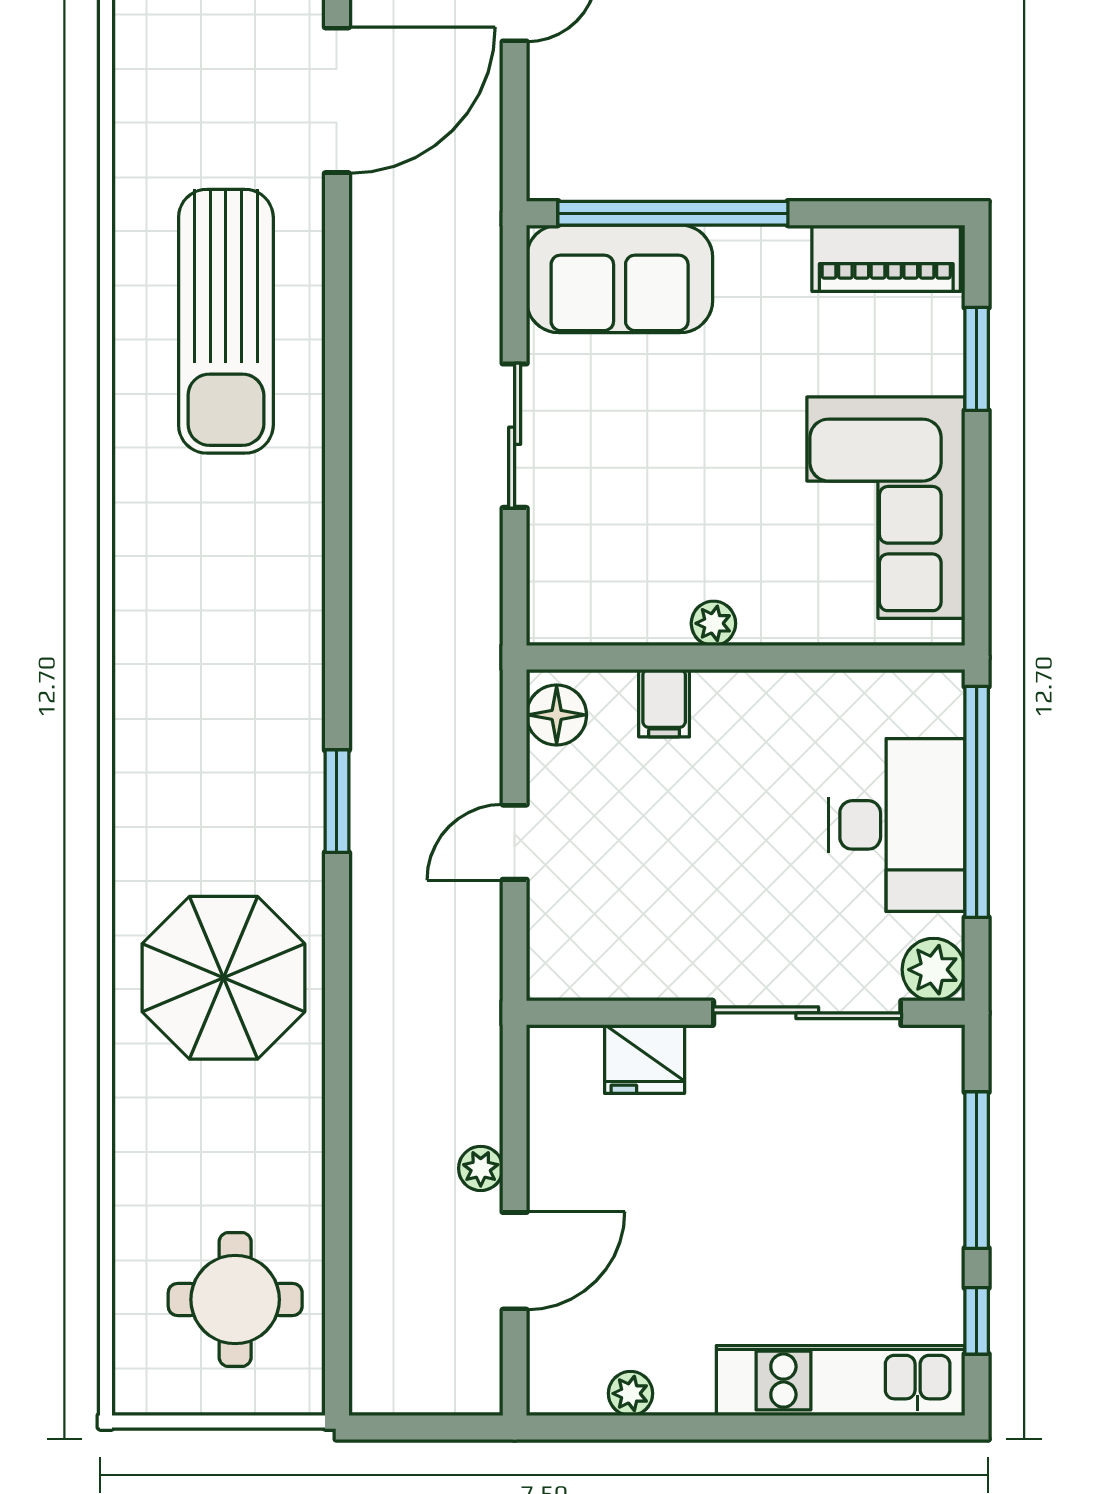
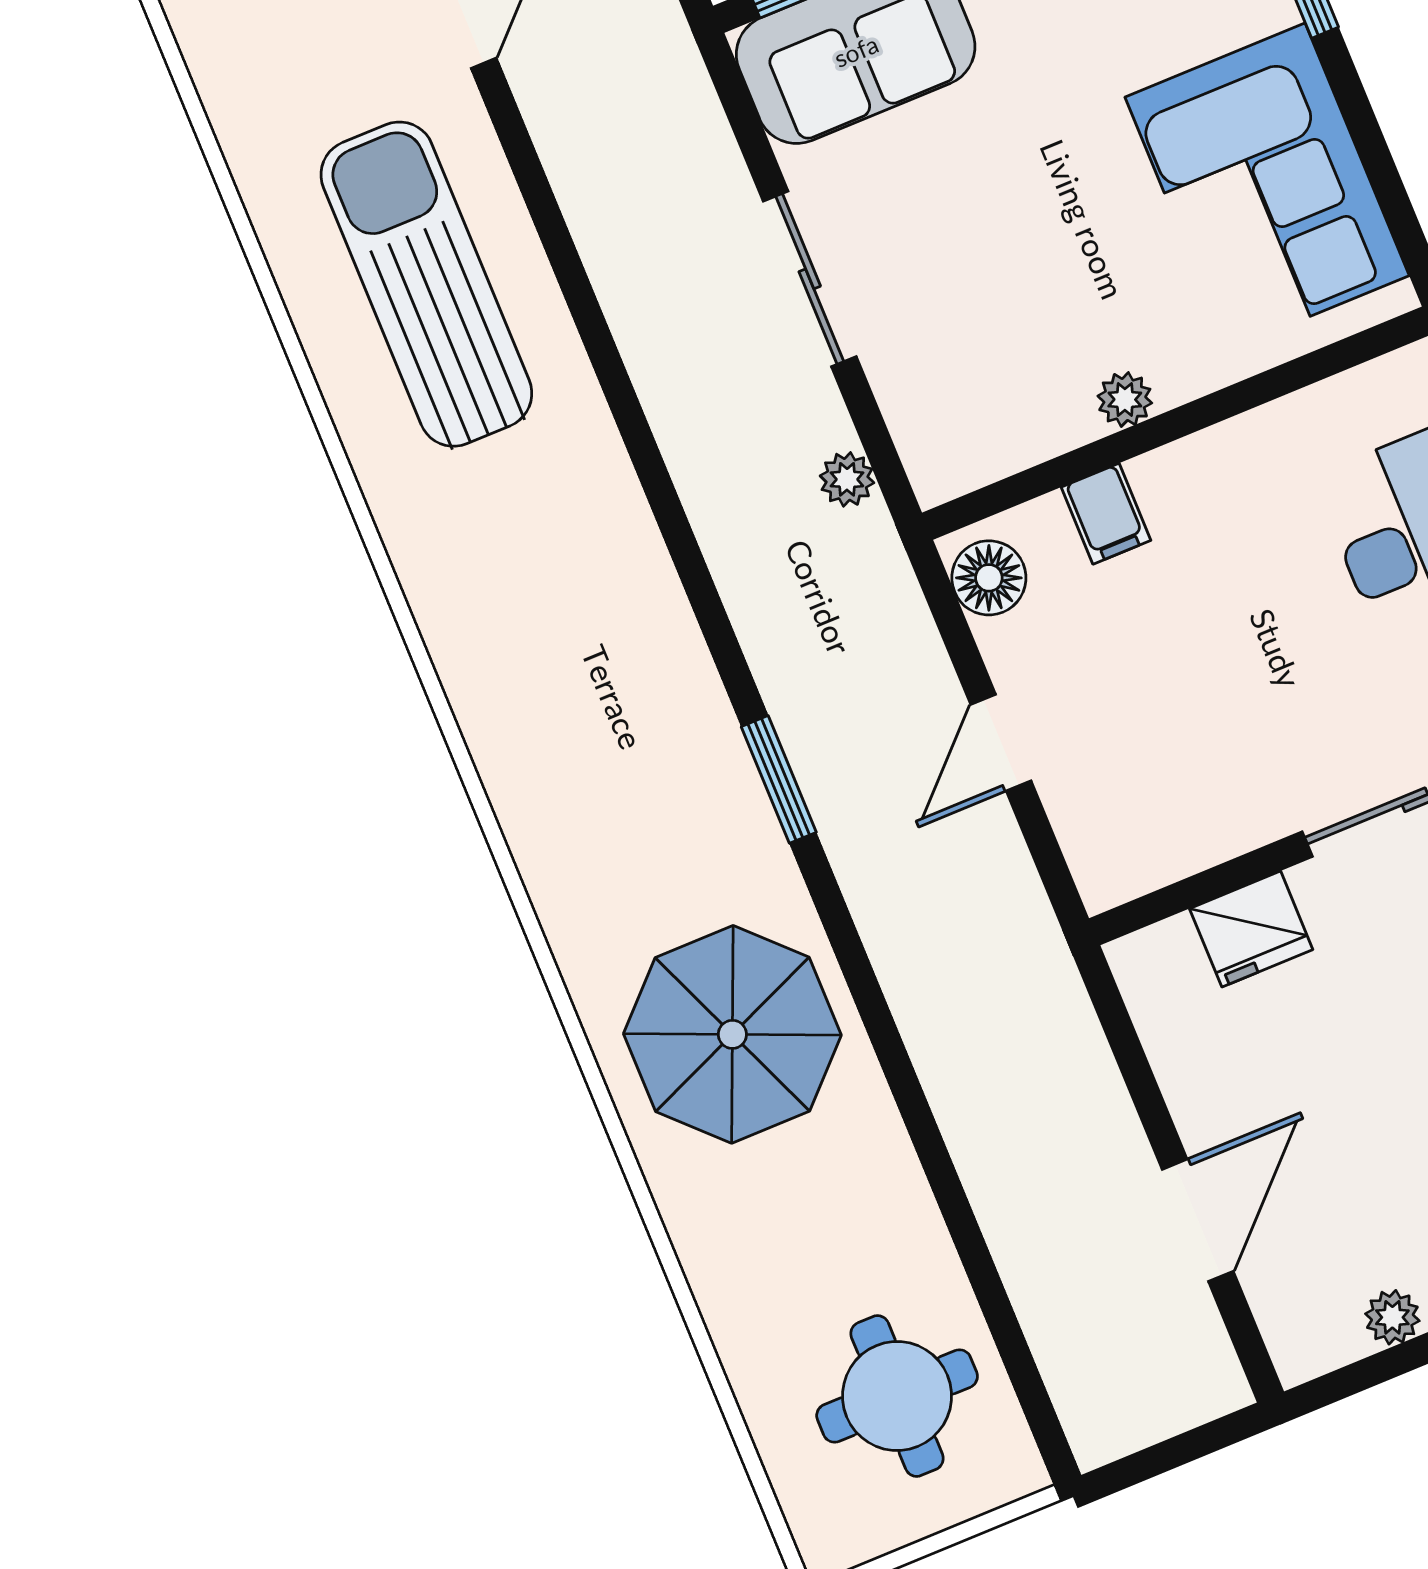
sun lounger: (226, 321) -> (426, 284), turned 180
plant: (481, 1168) -> (847, 479), moved

